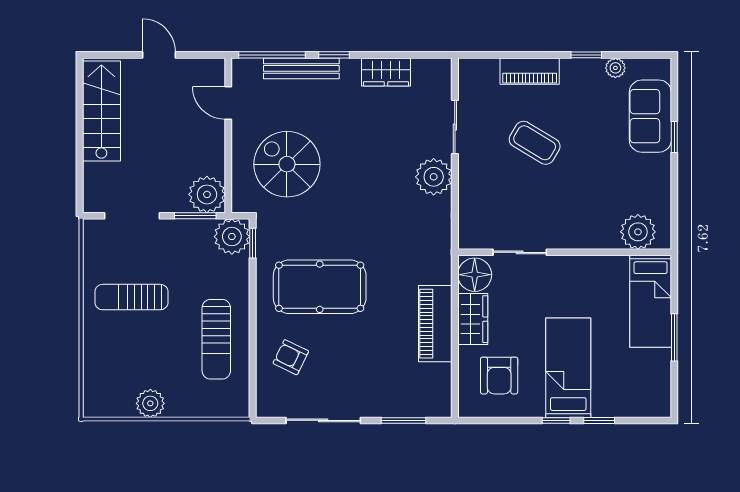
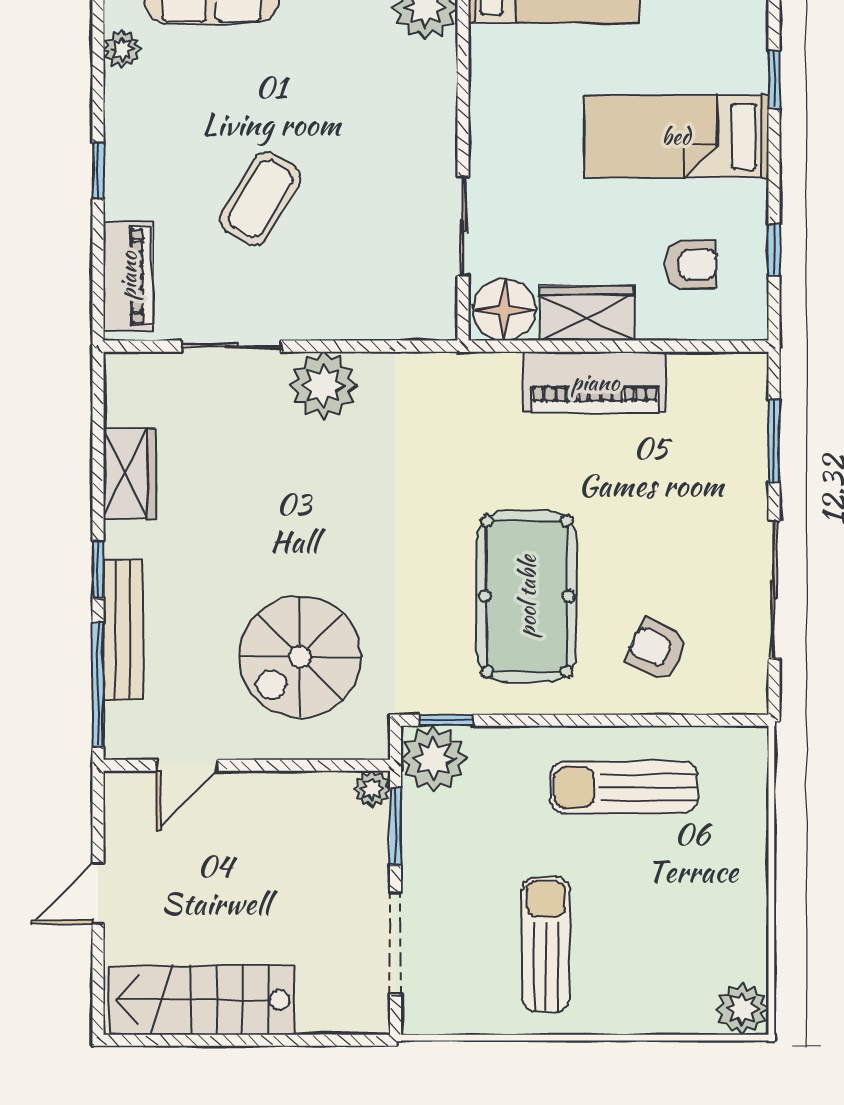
window: (586, 55) -> (98, 170), moved
piano: (530, 71) -> (128, 276), moved
plant: (207, 194) -> (372, 789), width x0.53, depth x0.53
sun lounger: (131, 297) -> (546, 944), turned 180
sun lounger: (216, 339) -> (624, 787), turned 180
armchair: (291, 357) -> (657, 650), turned 89
armchair: (499, 376) -> (691, 264), width x0.72, depth x0.72
plant: (150, 403) -> (742, 1009), moved
window: (556, 420) -> (774, 250), moved

